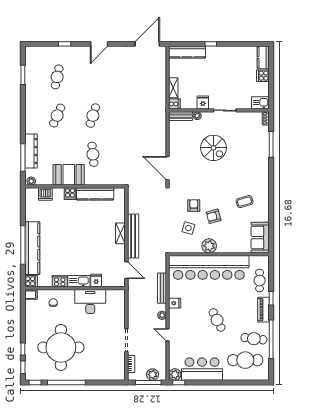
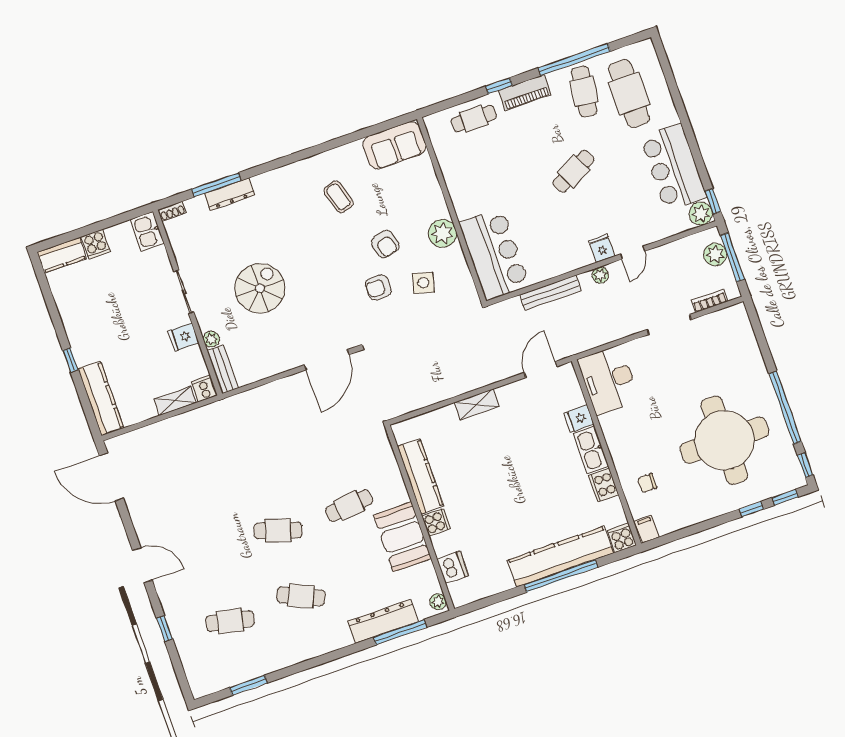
dresser: (264, 149) -> (229, 194), added
bench: (133, 236) -> (473, 379), removed
bar counter: (209, 267) -> (494, 254), width x0.54
desk: (90, 301) -> (609, 380), moved
fridge: (175, 303) -> (602, 248), moved

